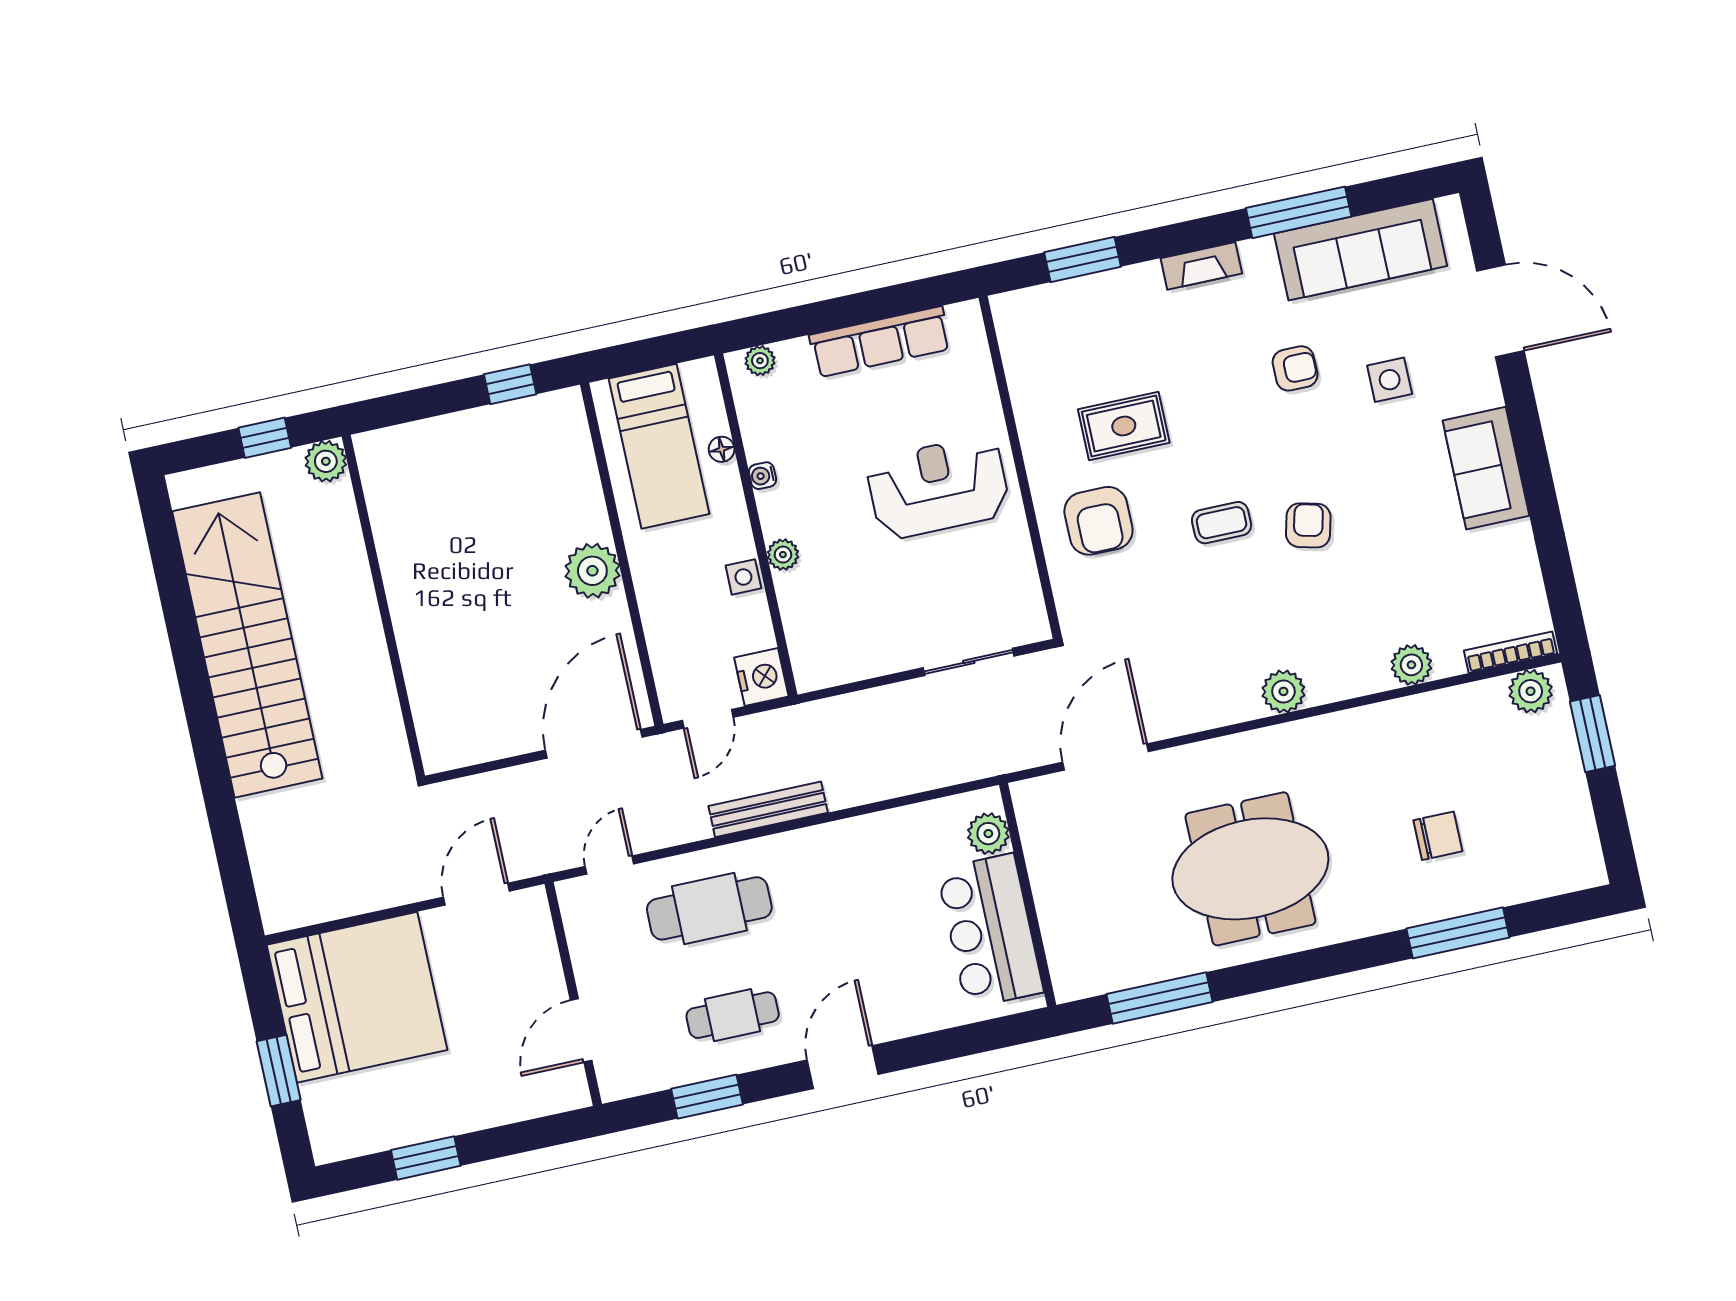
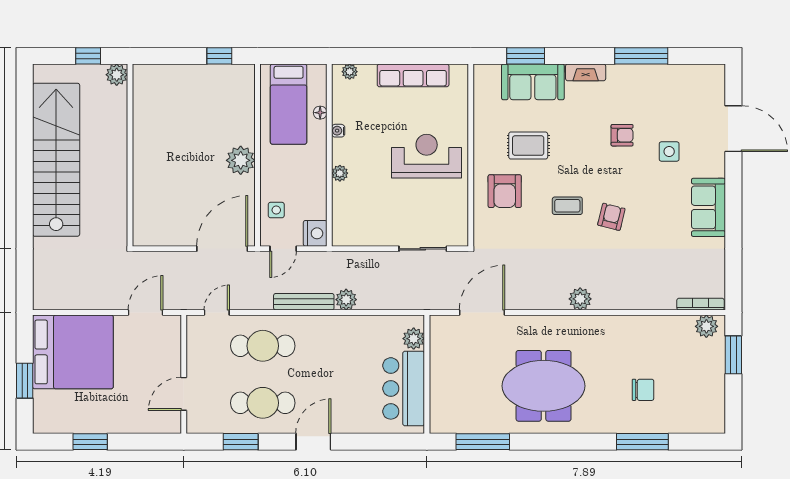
sofa: (1361, 250) -> (533, 82), moved, width x0.73
side table: (743, 577) -> (276, 210), moved
plant: (1411, 665) -> (346, 300), moved
cafe table: (733, 1015) -> (263, 403), width x1.37, depth x1.35

